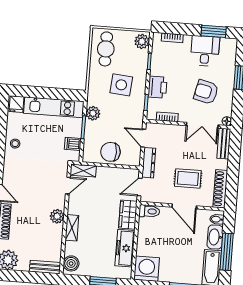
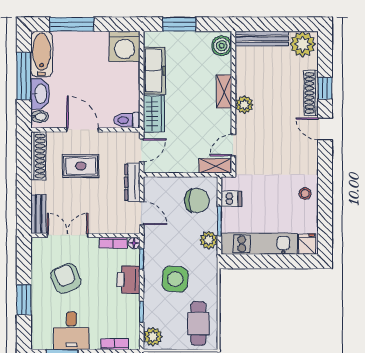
armchair: (206, 92) -> (66, 278), turned -126
floor lamp: (227, 121) -> (134, 243), moved
chair: (110, 152) -> (197, 201), moved
bench: (45, 267) -> (262, 39), width x1.36

